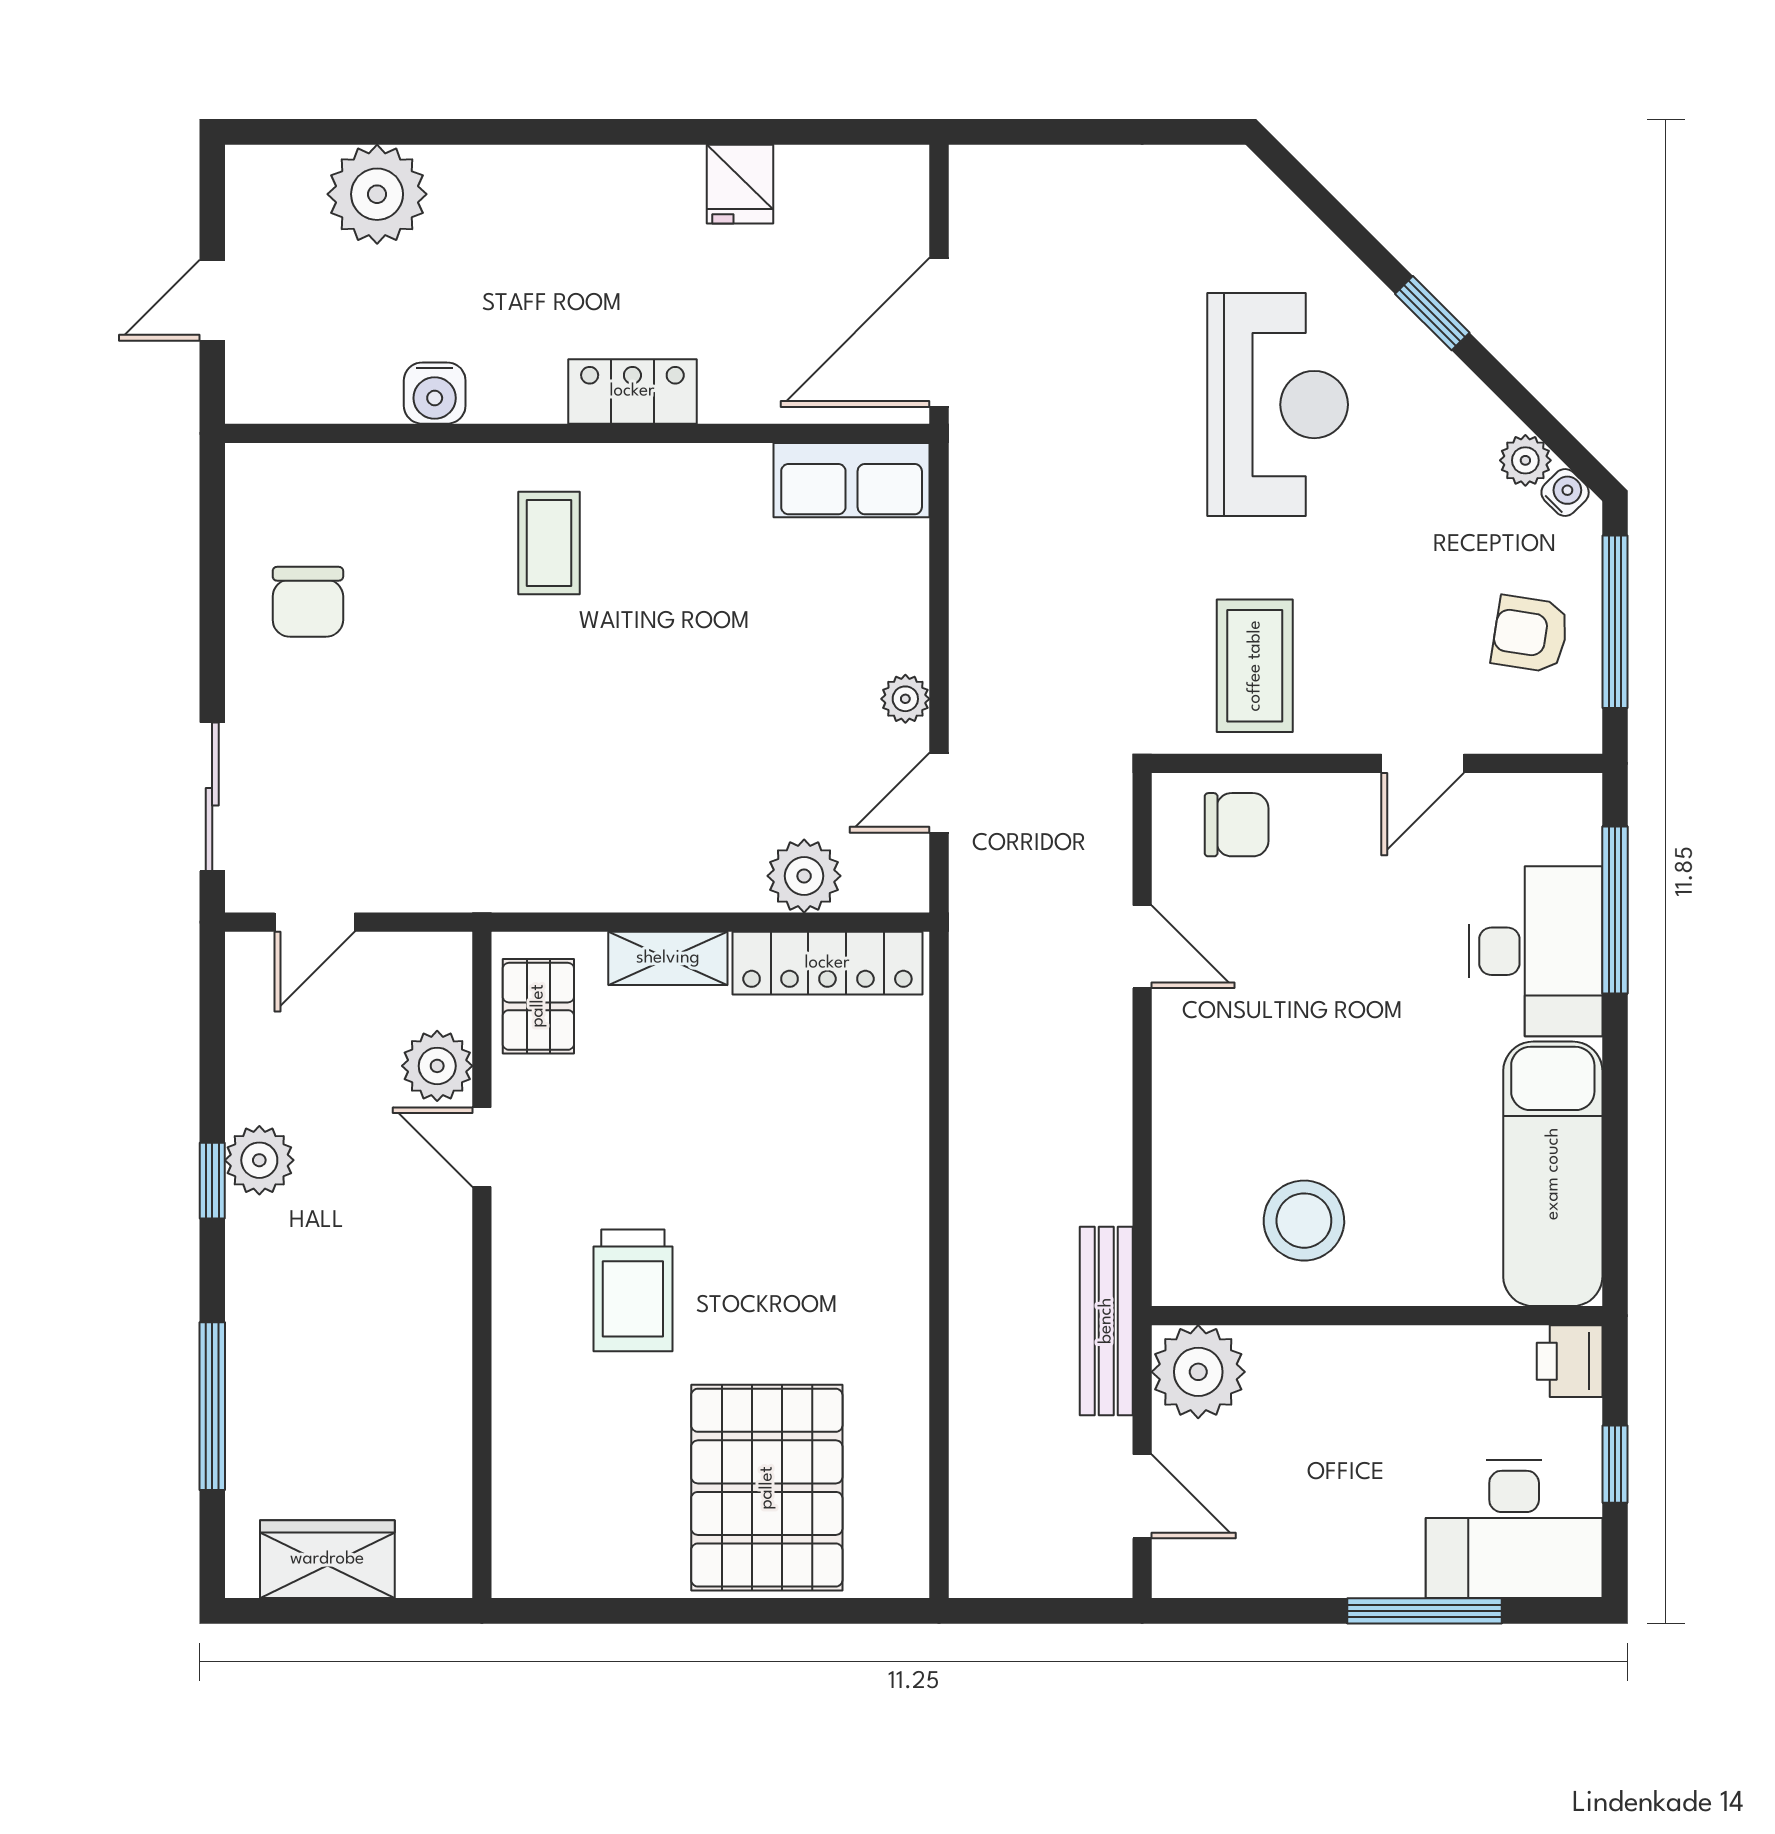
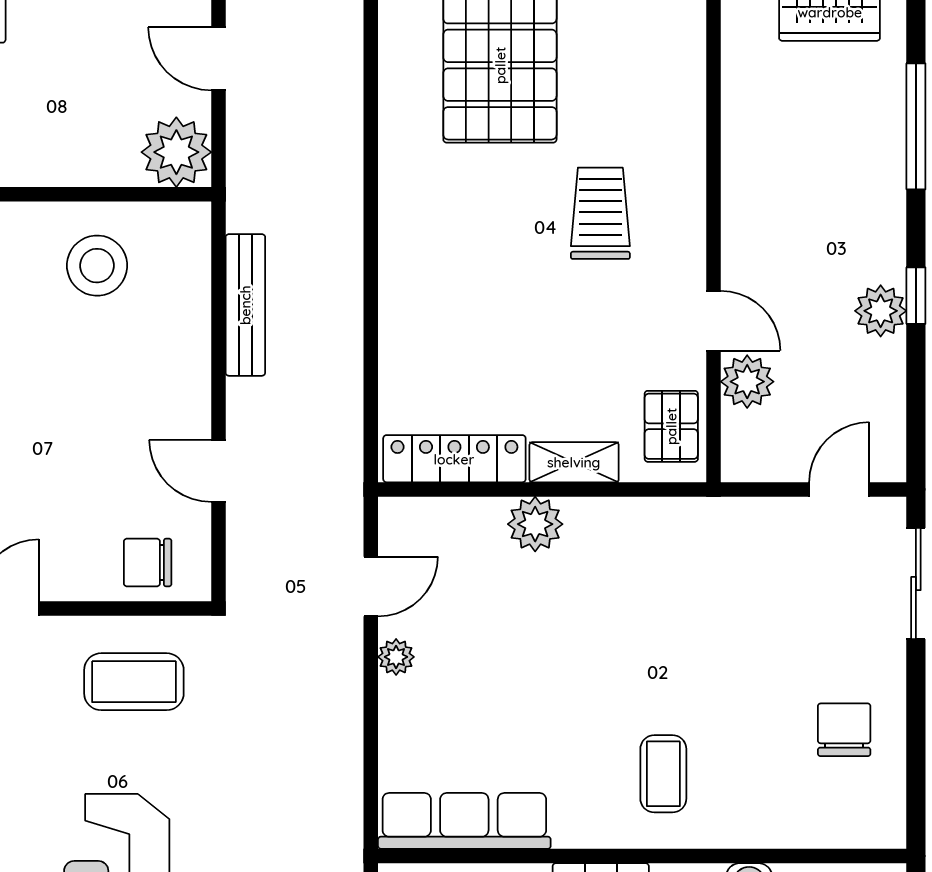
row of seats: (852, 480) -> (464, 821), width x1.48
coffee table: (1255, 666) -> (134, 682), turned 90
plant: (804, 876) -> (535, 524), moved
bench: (1106, 1321) -> (245, 305), moved

